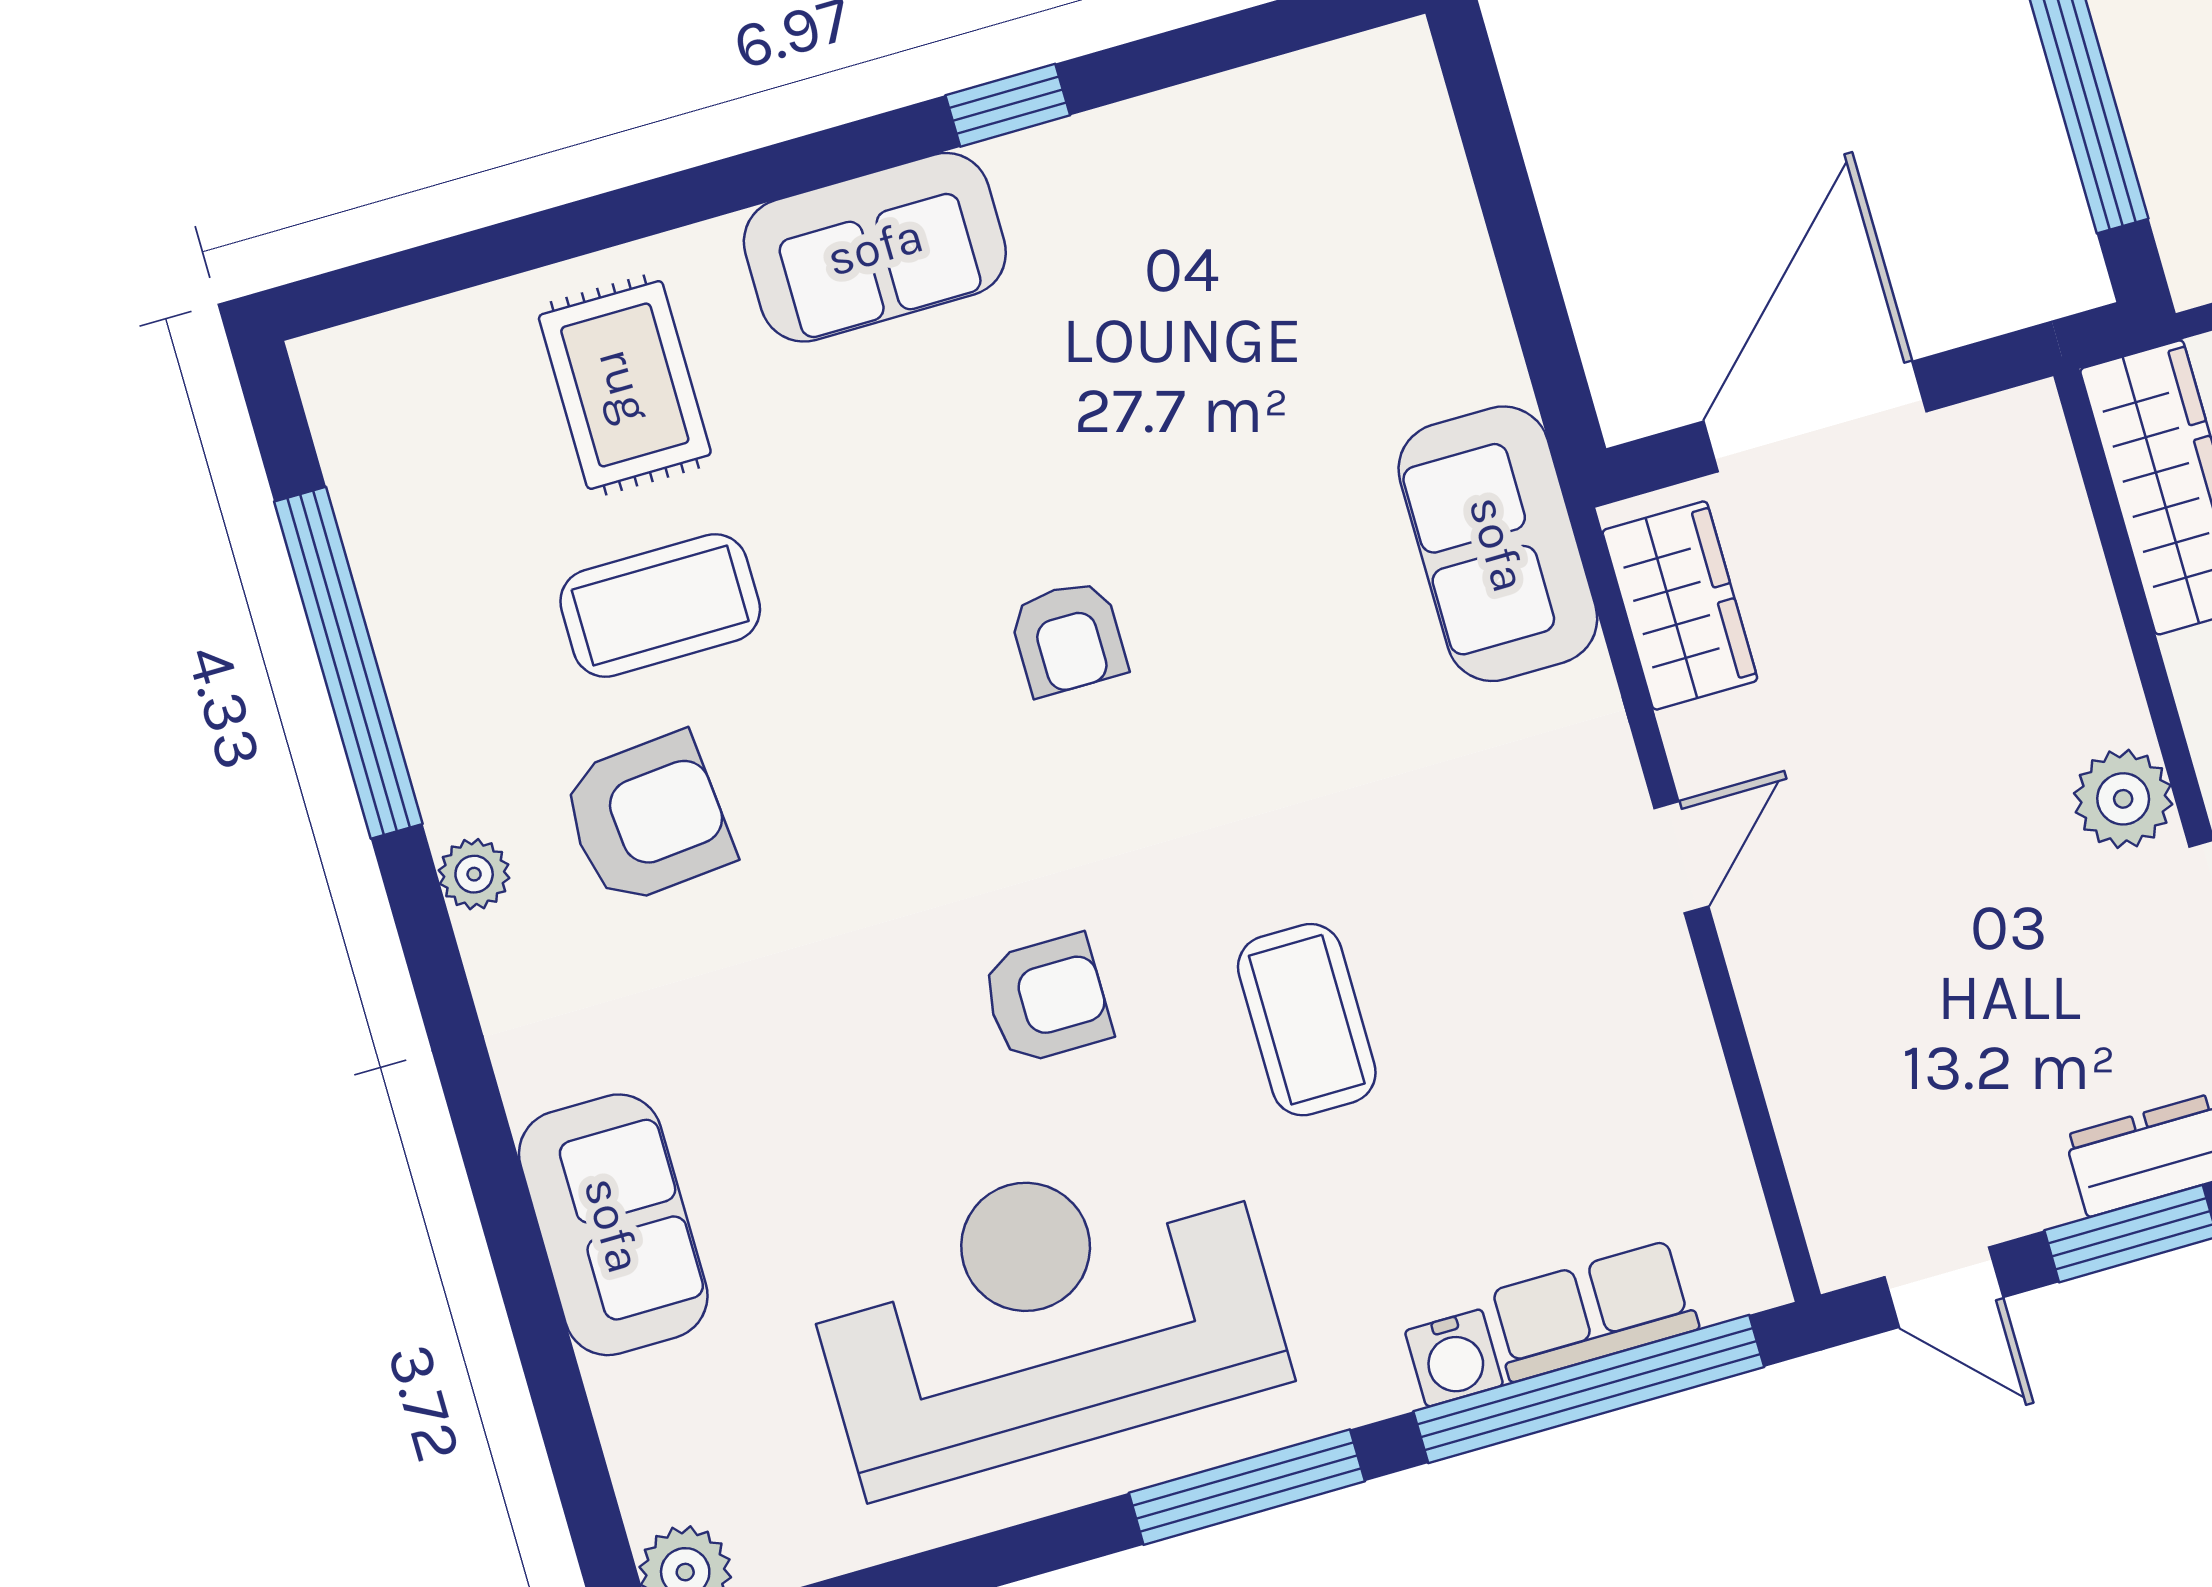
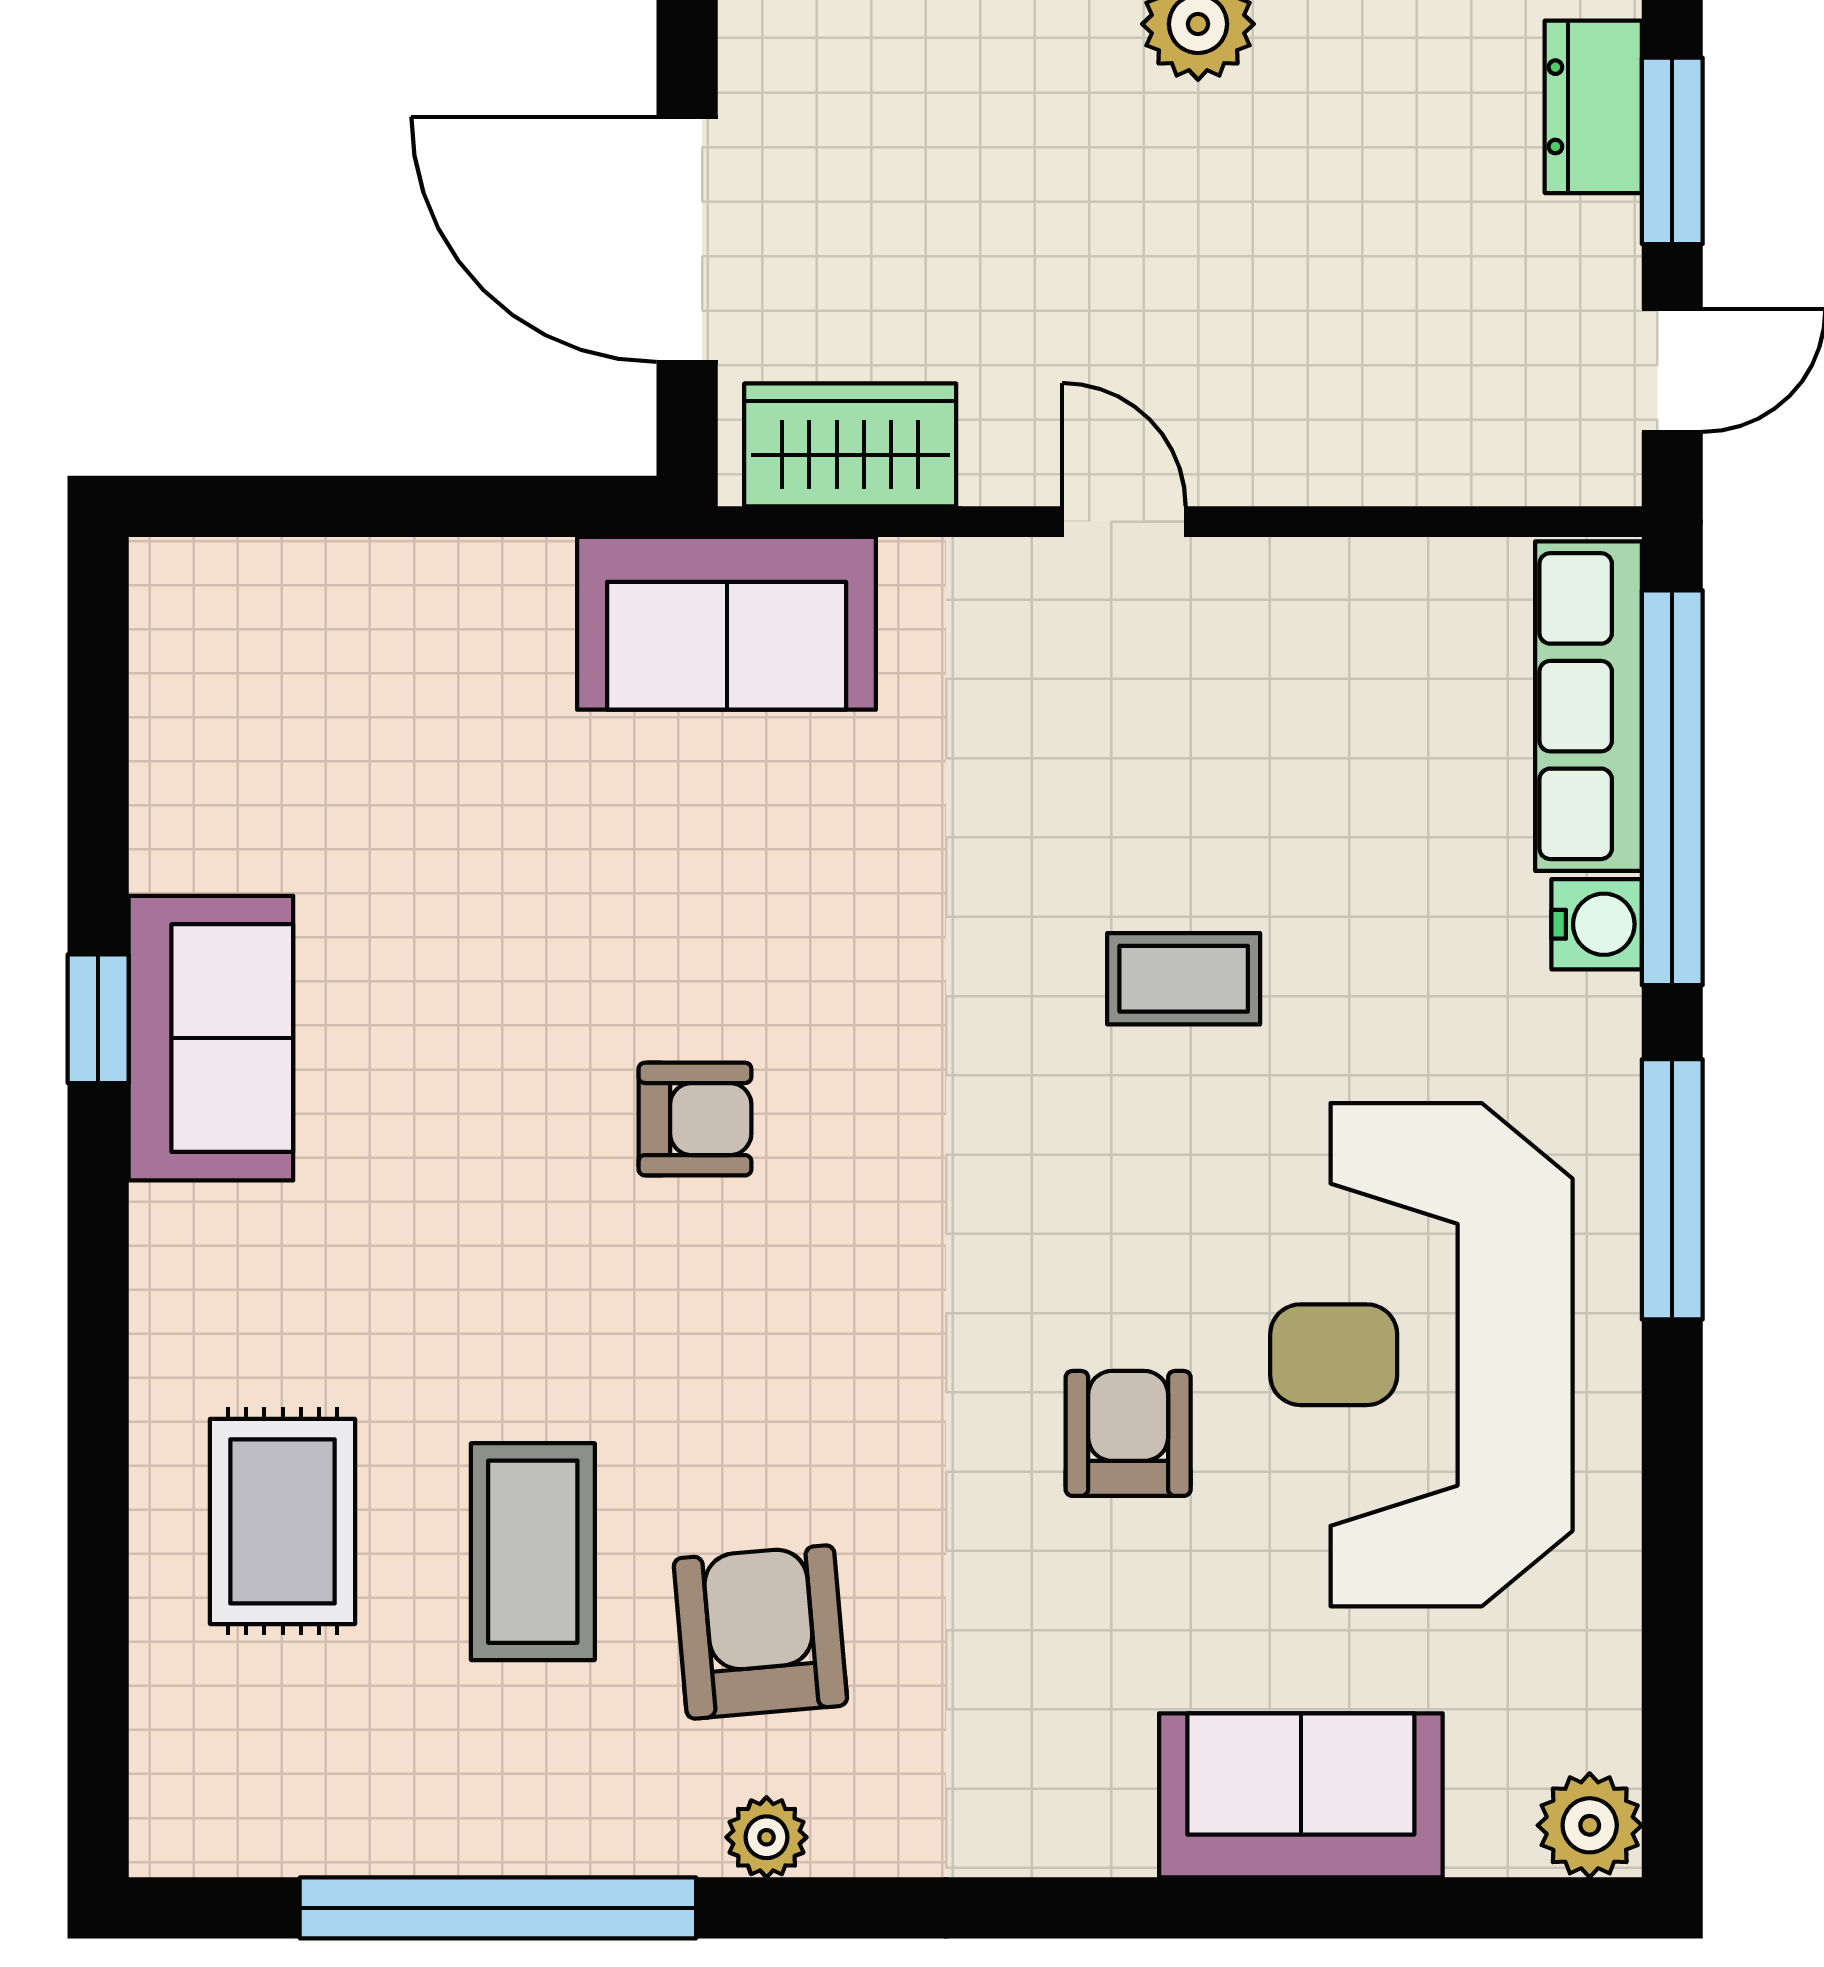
sofa: (875, 247) -> (211, 1038), moved
rug: (625, 385) -> (283, 1521), turned 90
armchair: (1047, 999) -> (1128, 1433), moved
coffee table: (1307, 1020) -> (1184, 979), width x0.73, depth x0.77
sofa: (613, 1225) -> (1301, 1795), moved
row of seats: (1592, 1311) -> (1588, 706), width x1.48

